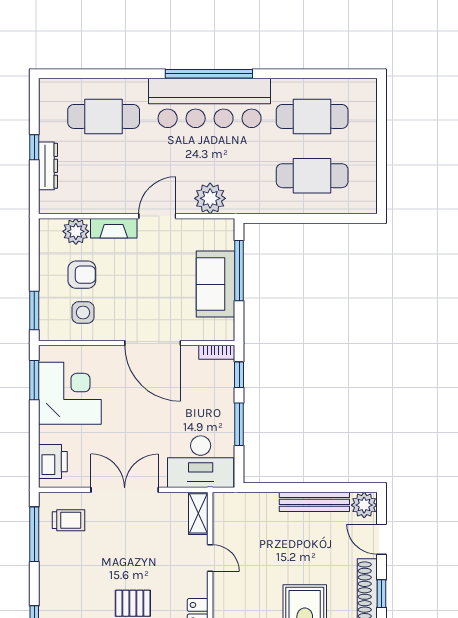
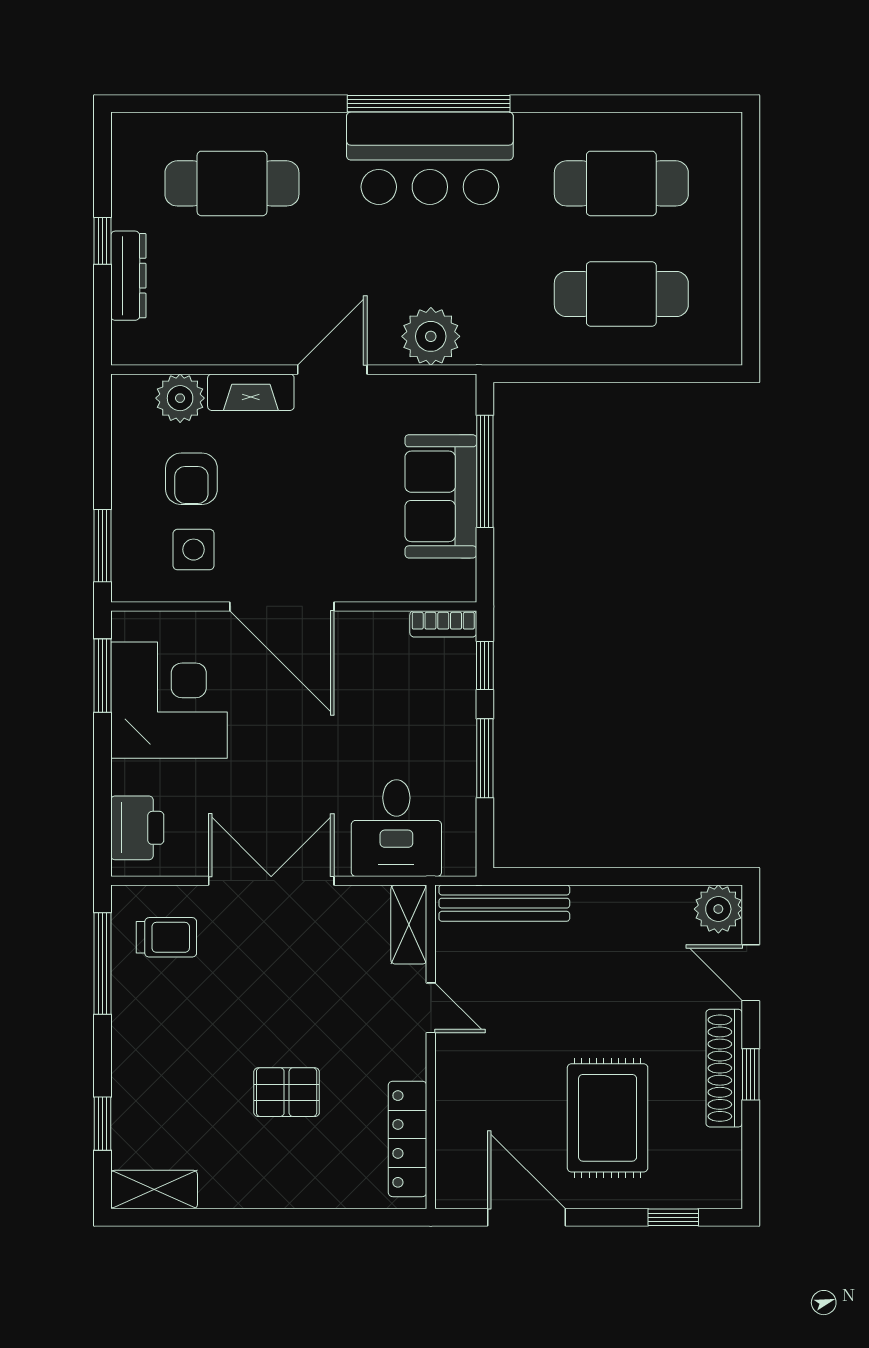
bar counter: (210, 103) -> (430, 158), width x0.73
armchair: (82, 275) -> (191, 479), turned 90
door: (153, 343) -> (282, 606), moved
desk: (201, 462) -> (396, 828), width x0.73
bench: (314, 502) -> (504, 903), moved

